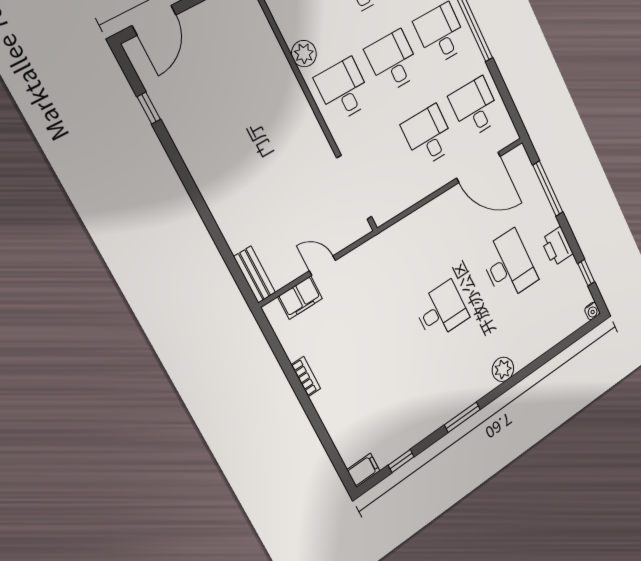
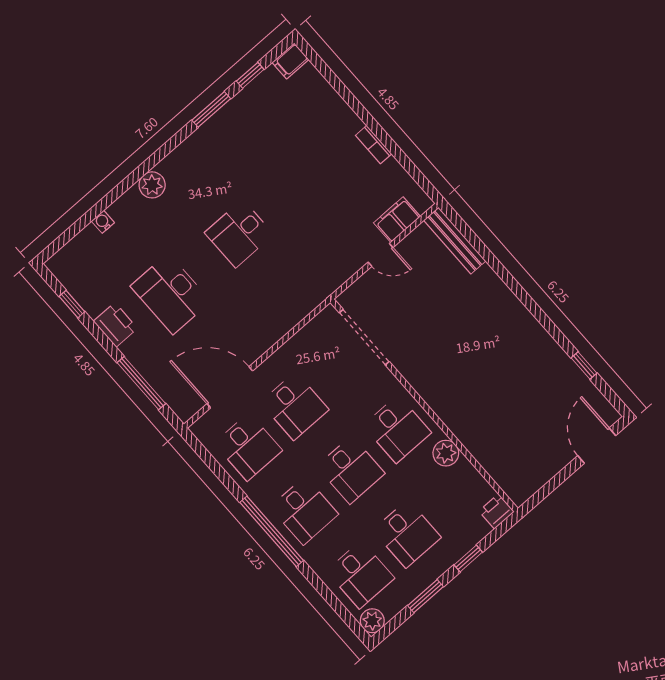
bench: (254, 275) -> (455, 241), width x1.36
water cooler: (592, 311) -> (103, 222), moved
window: (462, 417) -> (211, 109), moved

